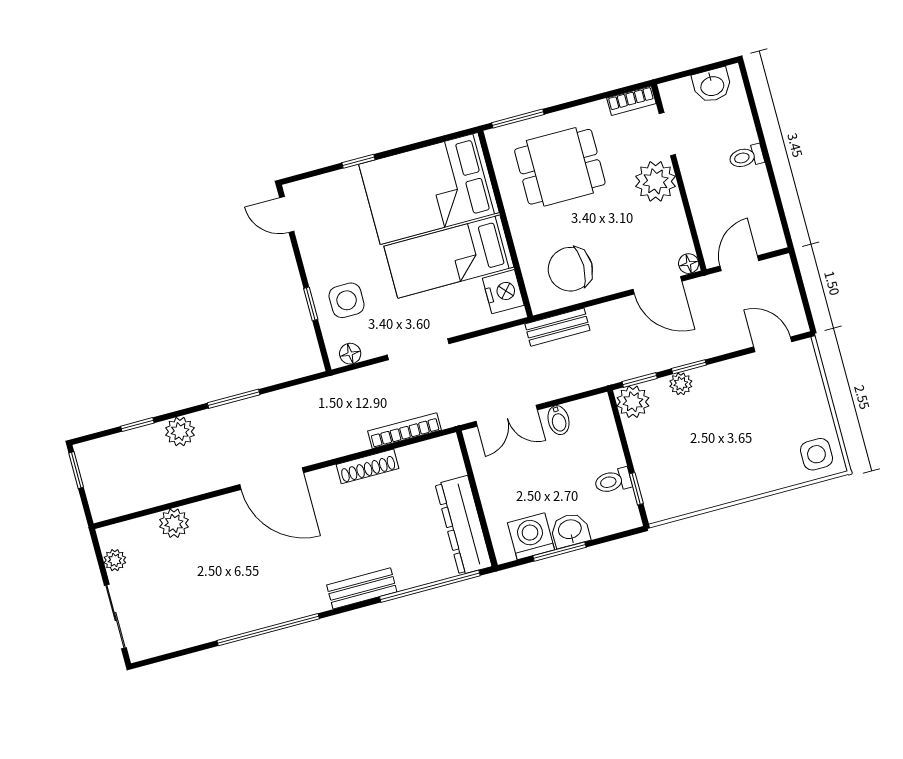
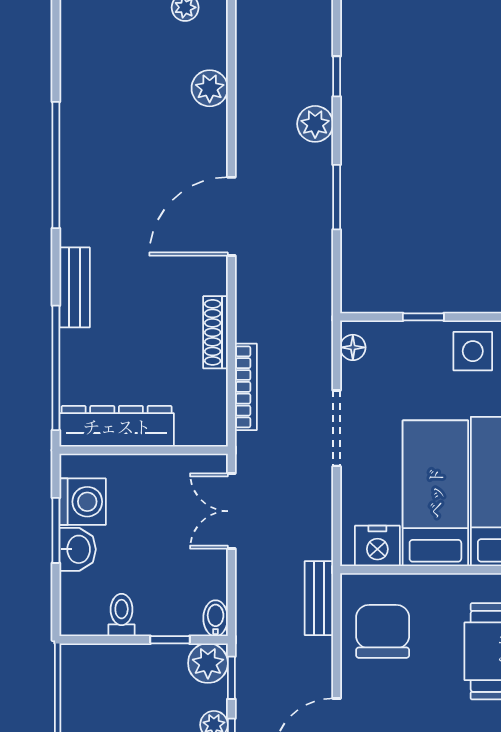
side table: (347, 300) -> (473, 351), moved
bidet: (559, 420) -> (216, 618), moved, turned 90
window: (636, 489) -> (170, 640), moved

